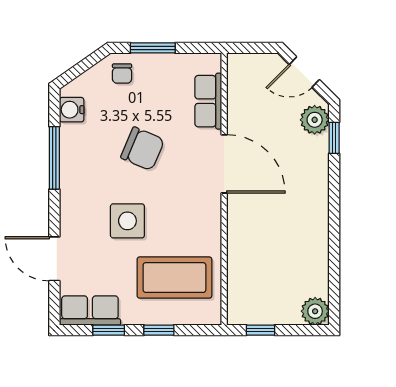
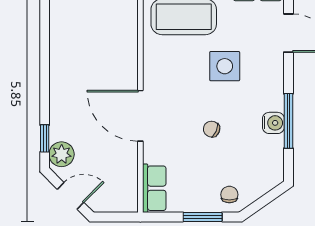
row of seats: (208, 101) -> (154, 188), moved
water cooler: (72, 110) -> (273, 123), moved
chair: (143, 149) -> (212, 129), width x0.54, depth x0.54

